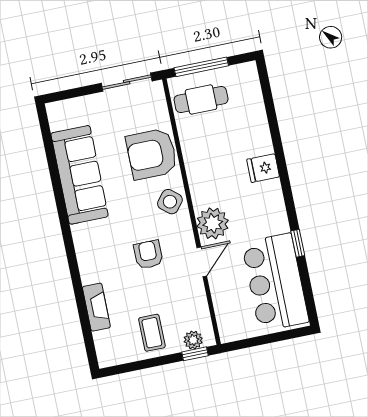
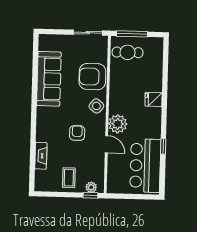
door: (202, 262) -> (106, 144), hinge flipped

